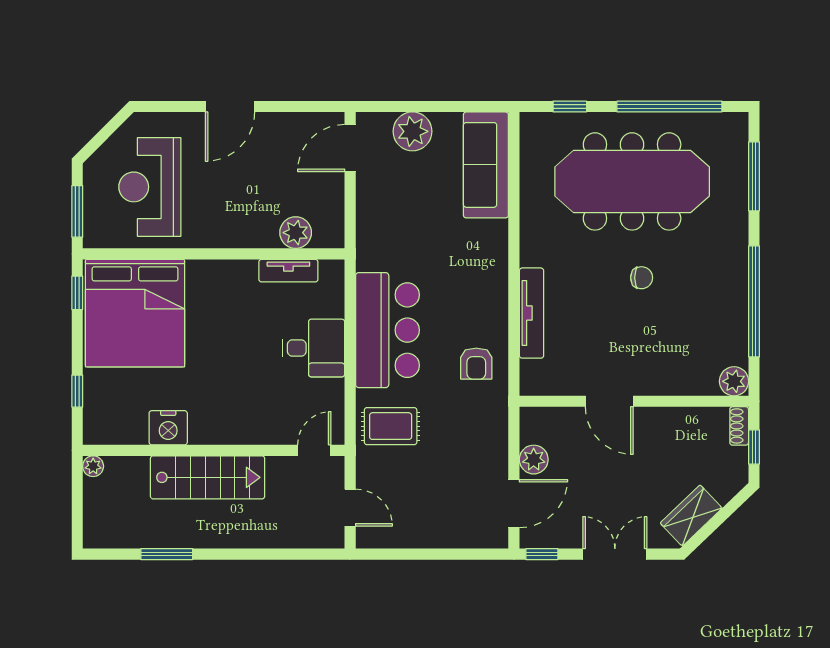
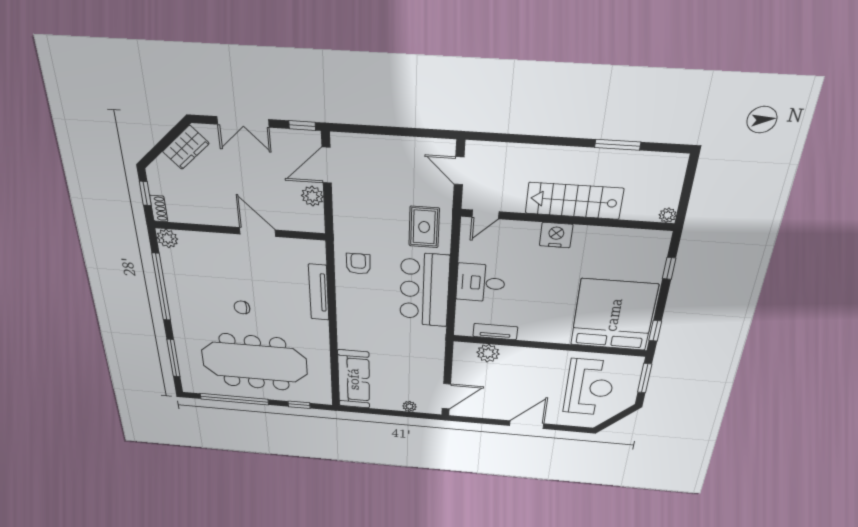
plant: (412, 131) -> (410, 406), width x0.53, depth x0.53
rug: (391, 426) -> (424, 227), turned 90
nightstand: (168, 428) -> (556, 235), moved

